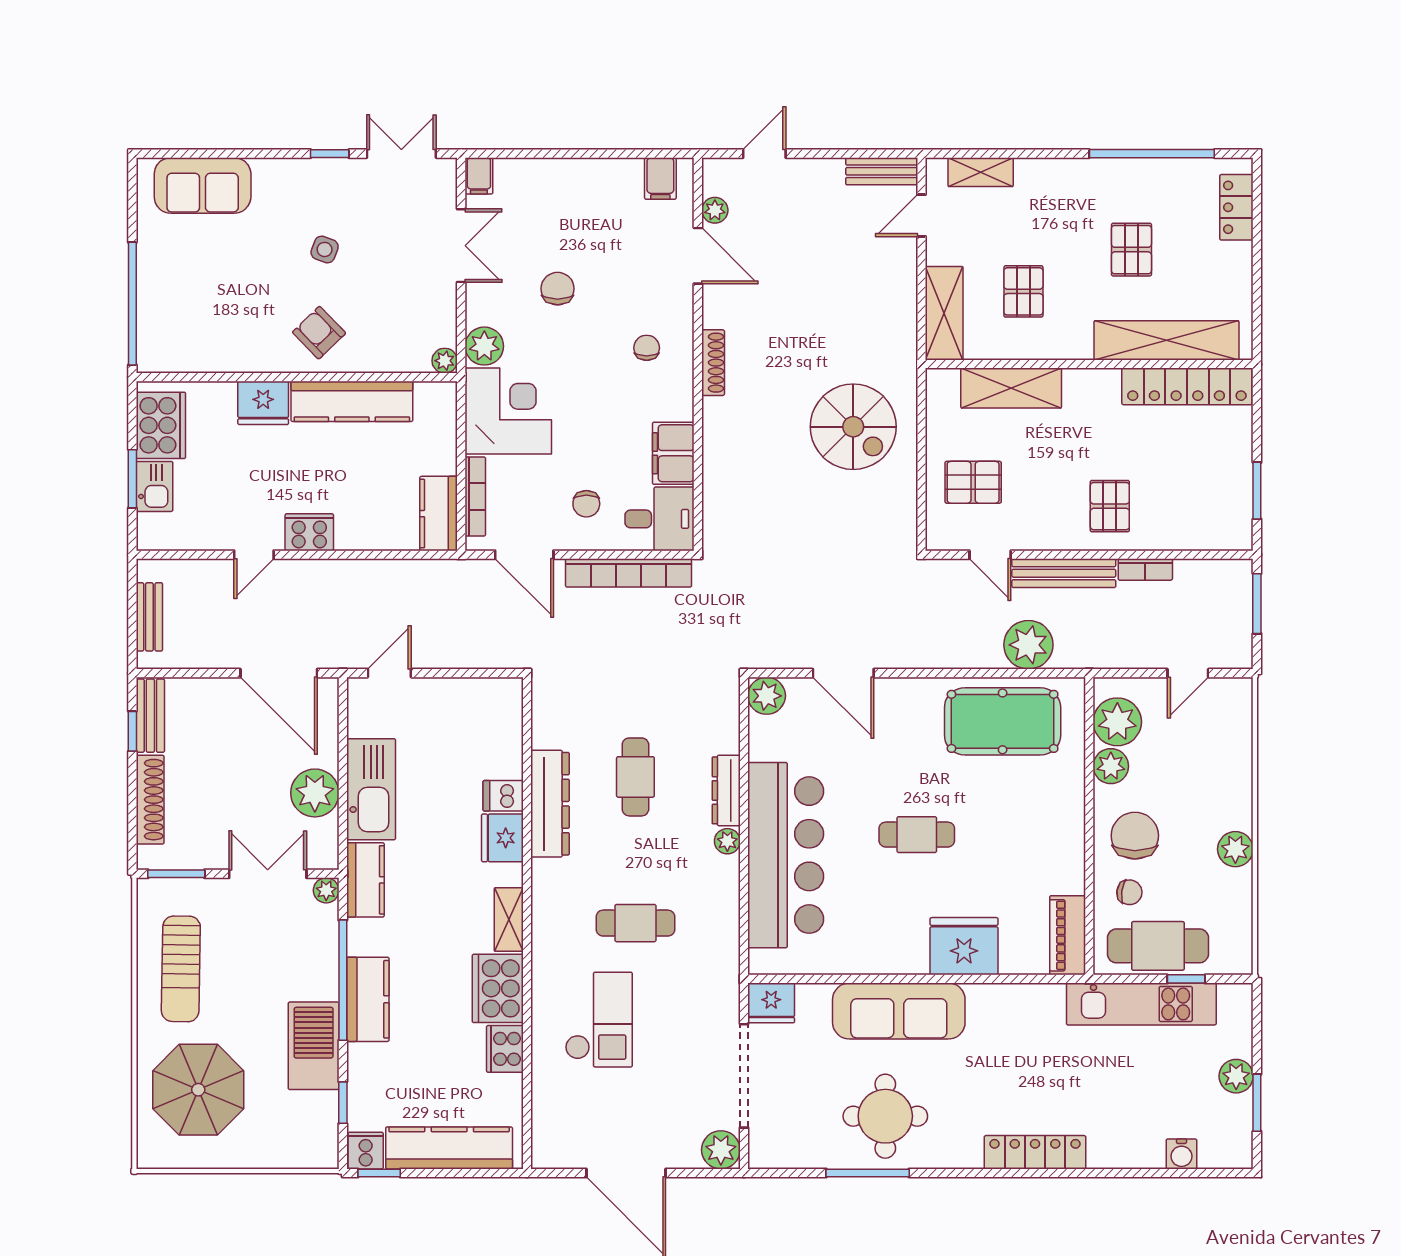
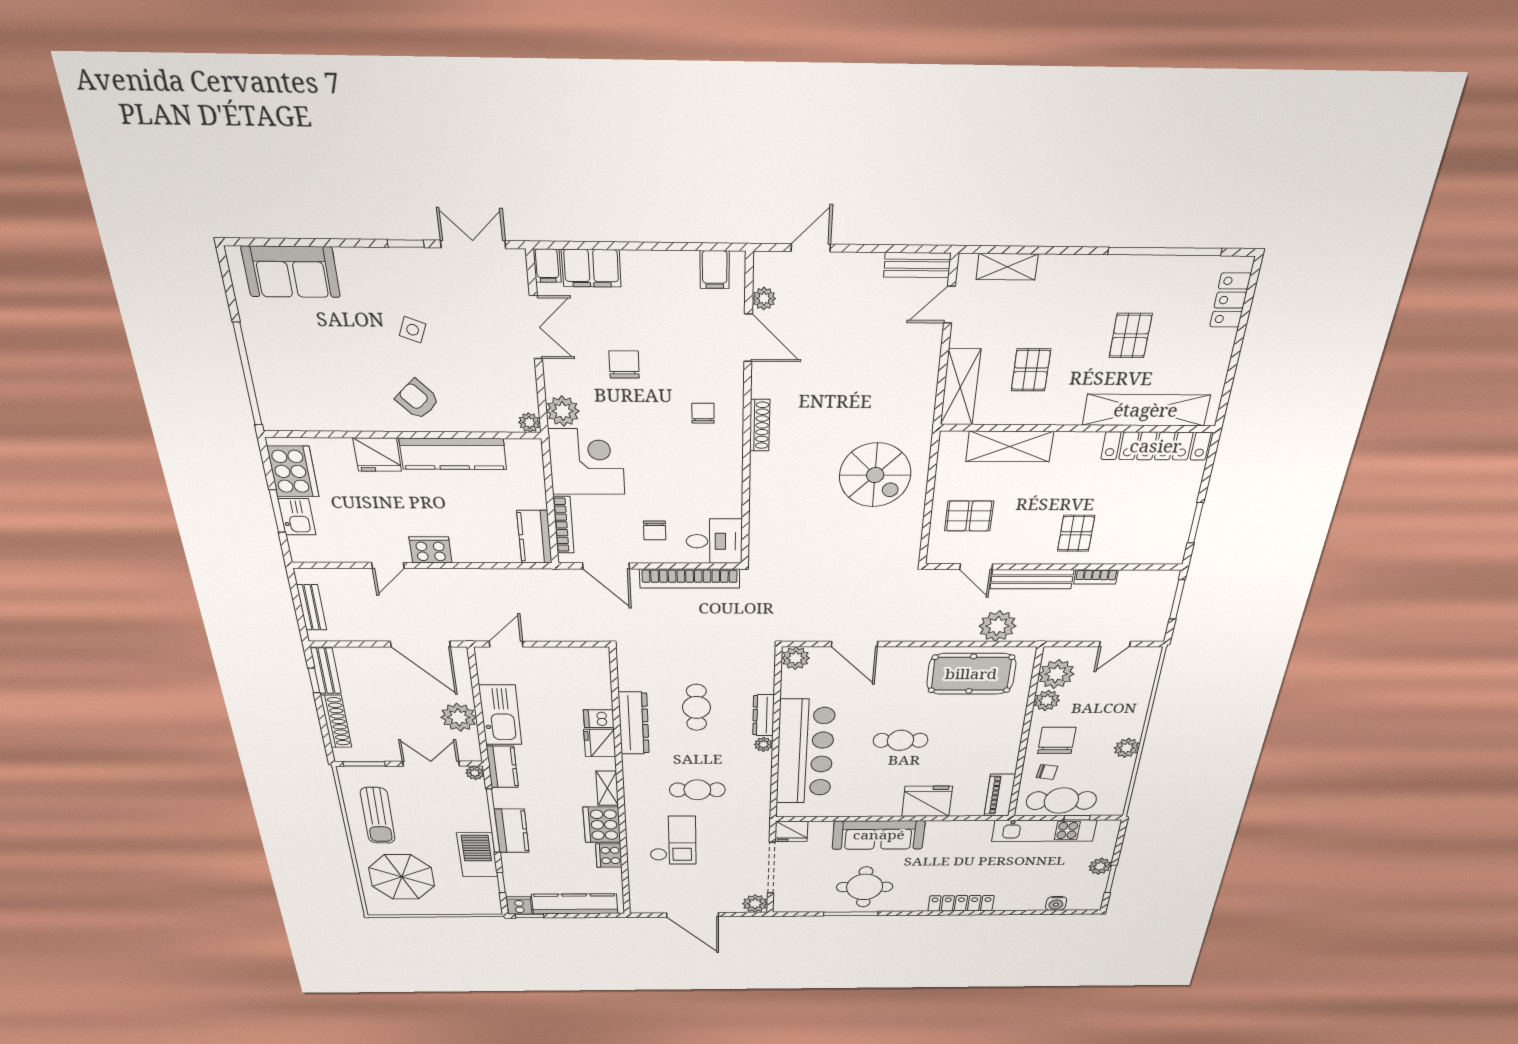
filing cabinet: (673, 453) -> (591, 268), moved, turned -90

